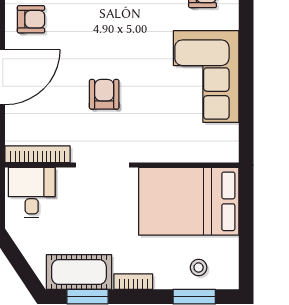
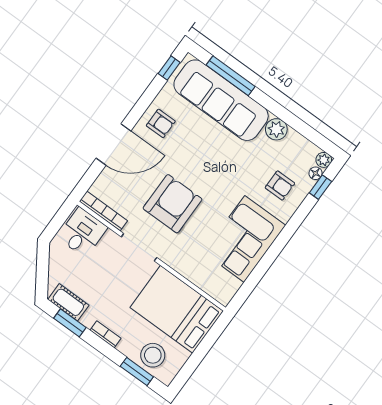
armchair: (104, 94) -> (172, 204), width x1.88, depth x1.88
stool: (199, 268) -> (153, 355), width x1.89, depth x1.89
cot: (79, 272) -> (68, 302), width x0.73, depth x0.75

